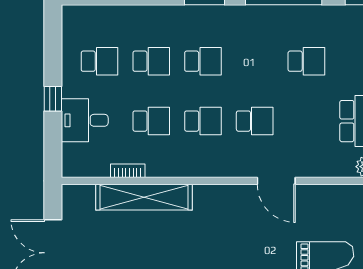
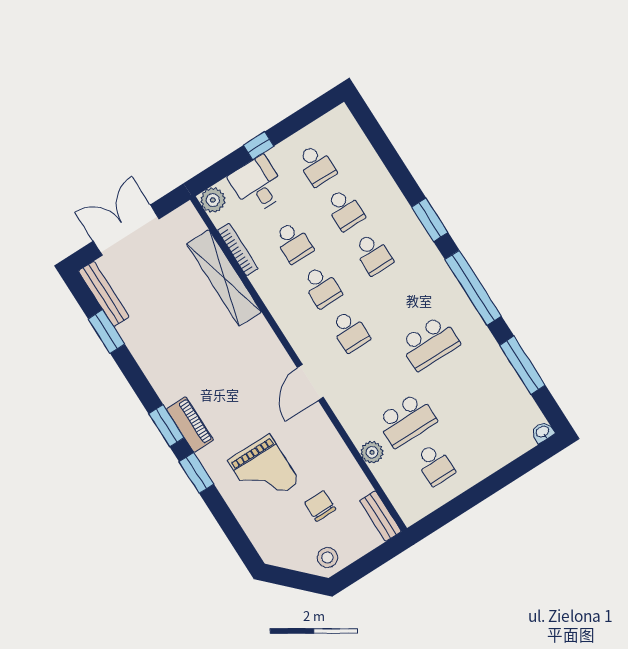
school desk: (306, 61) -> (430, 343), width x1.85
plant: (74, 165) -> (213, 200), added
bookcase: (128, 171) -> (238, 249), width x1.56

